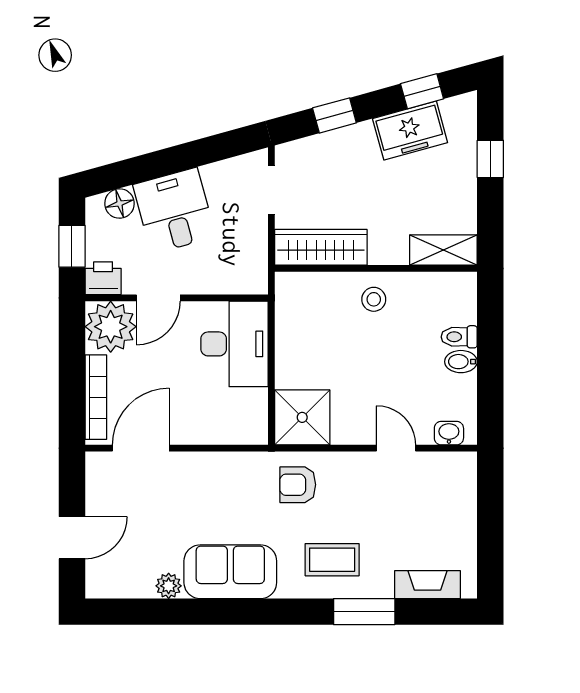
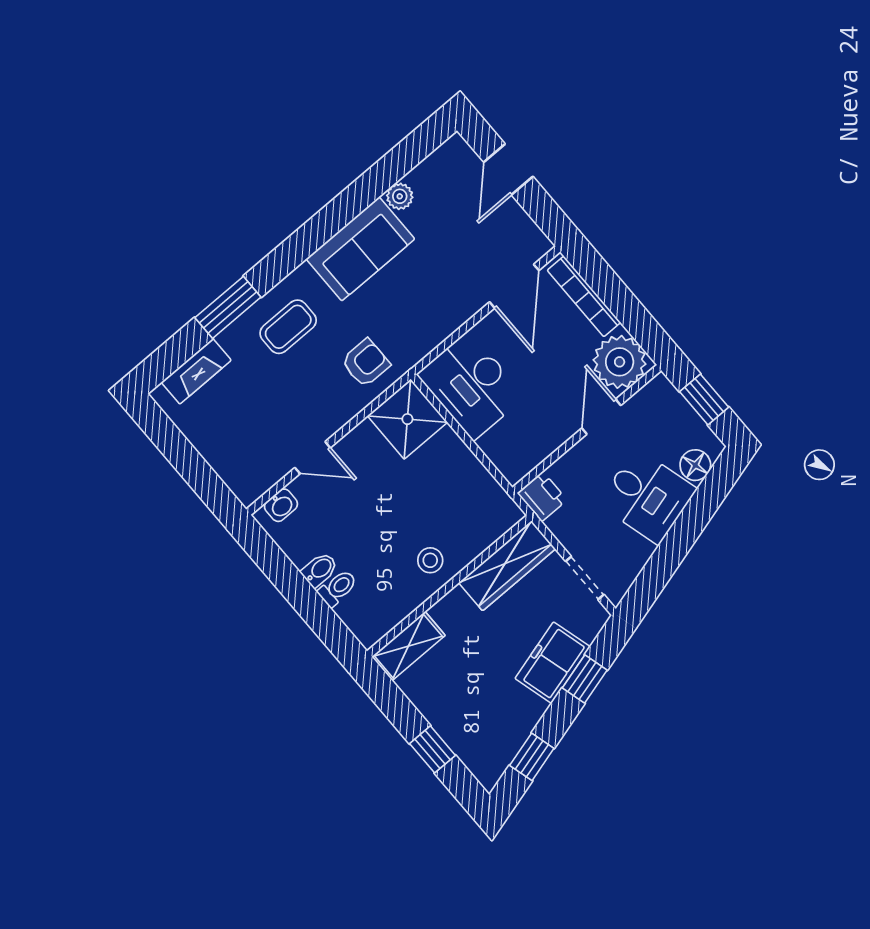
freezer: (410, 131) -> (553, 663), moved
printer: (103, 278) -> (542, 497), moved, turned -90
desk: (234, 344) -> (471, 386), moved

